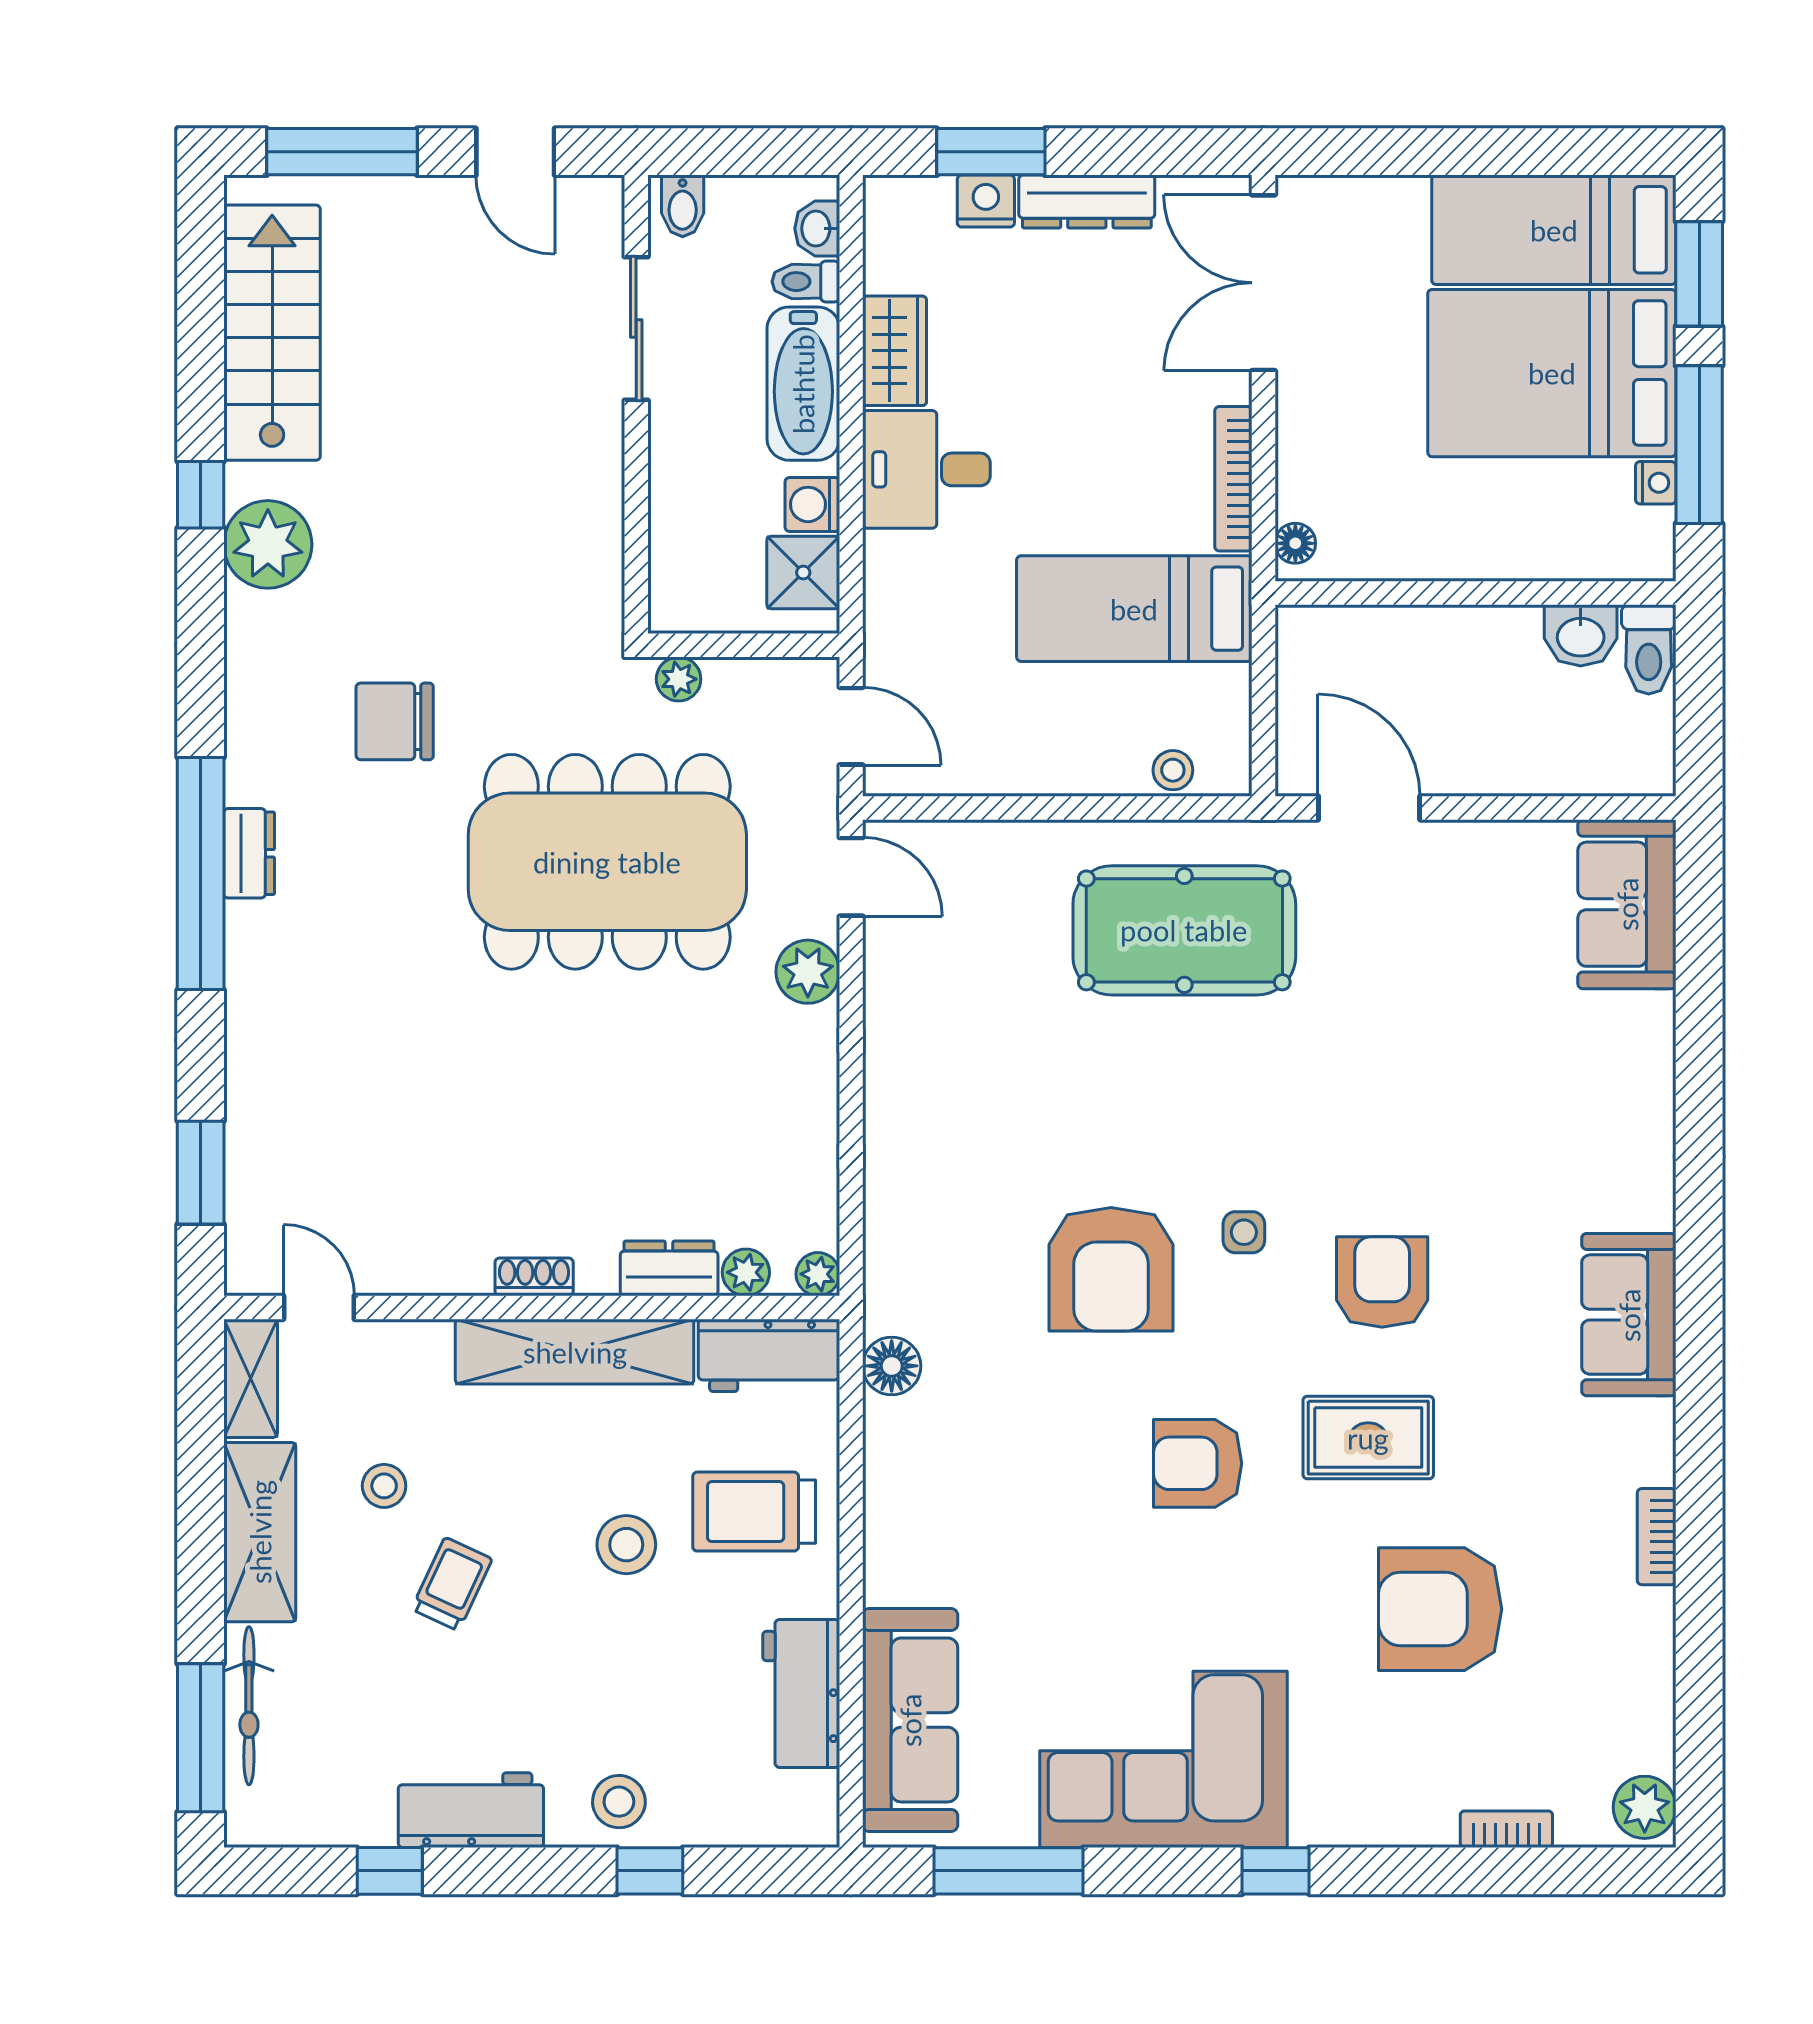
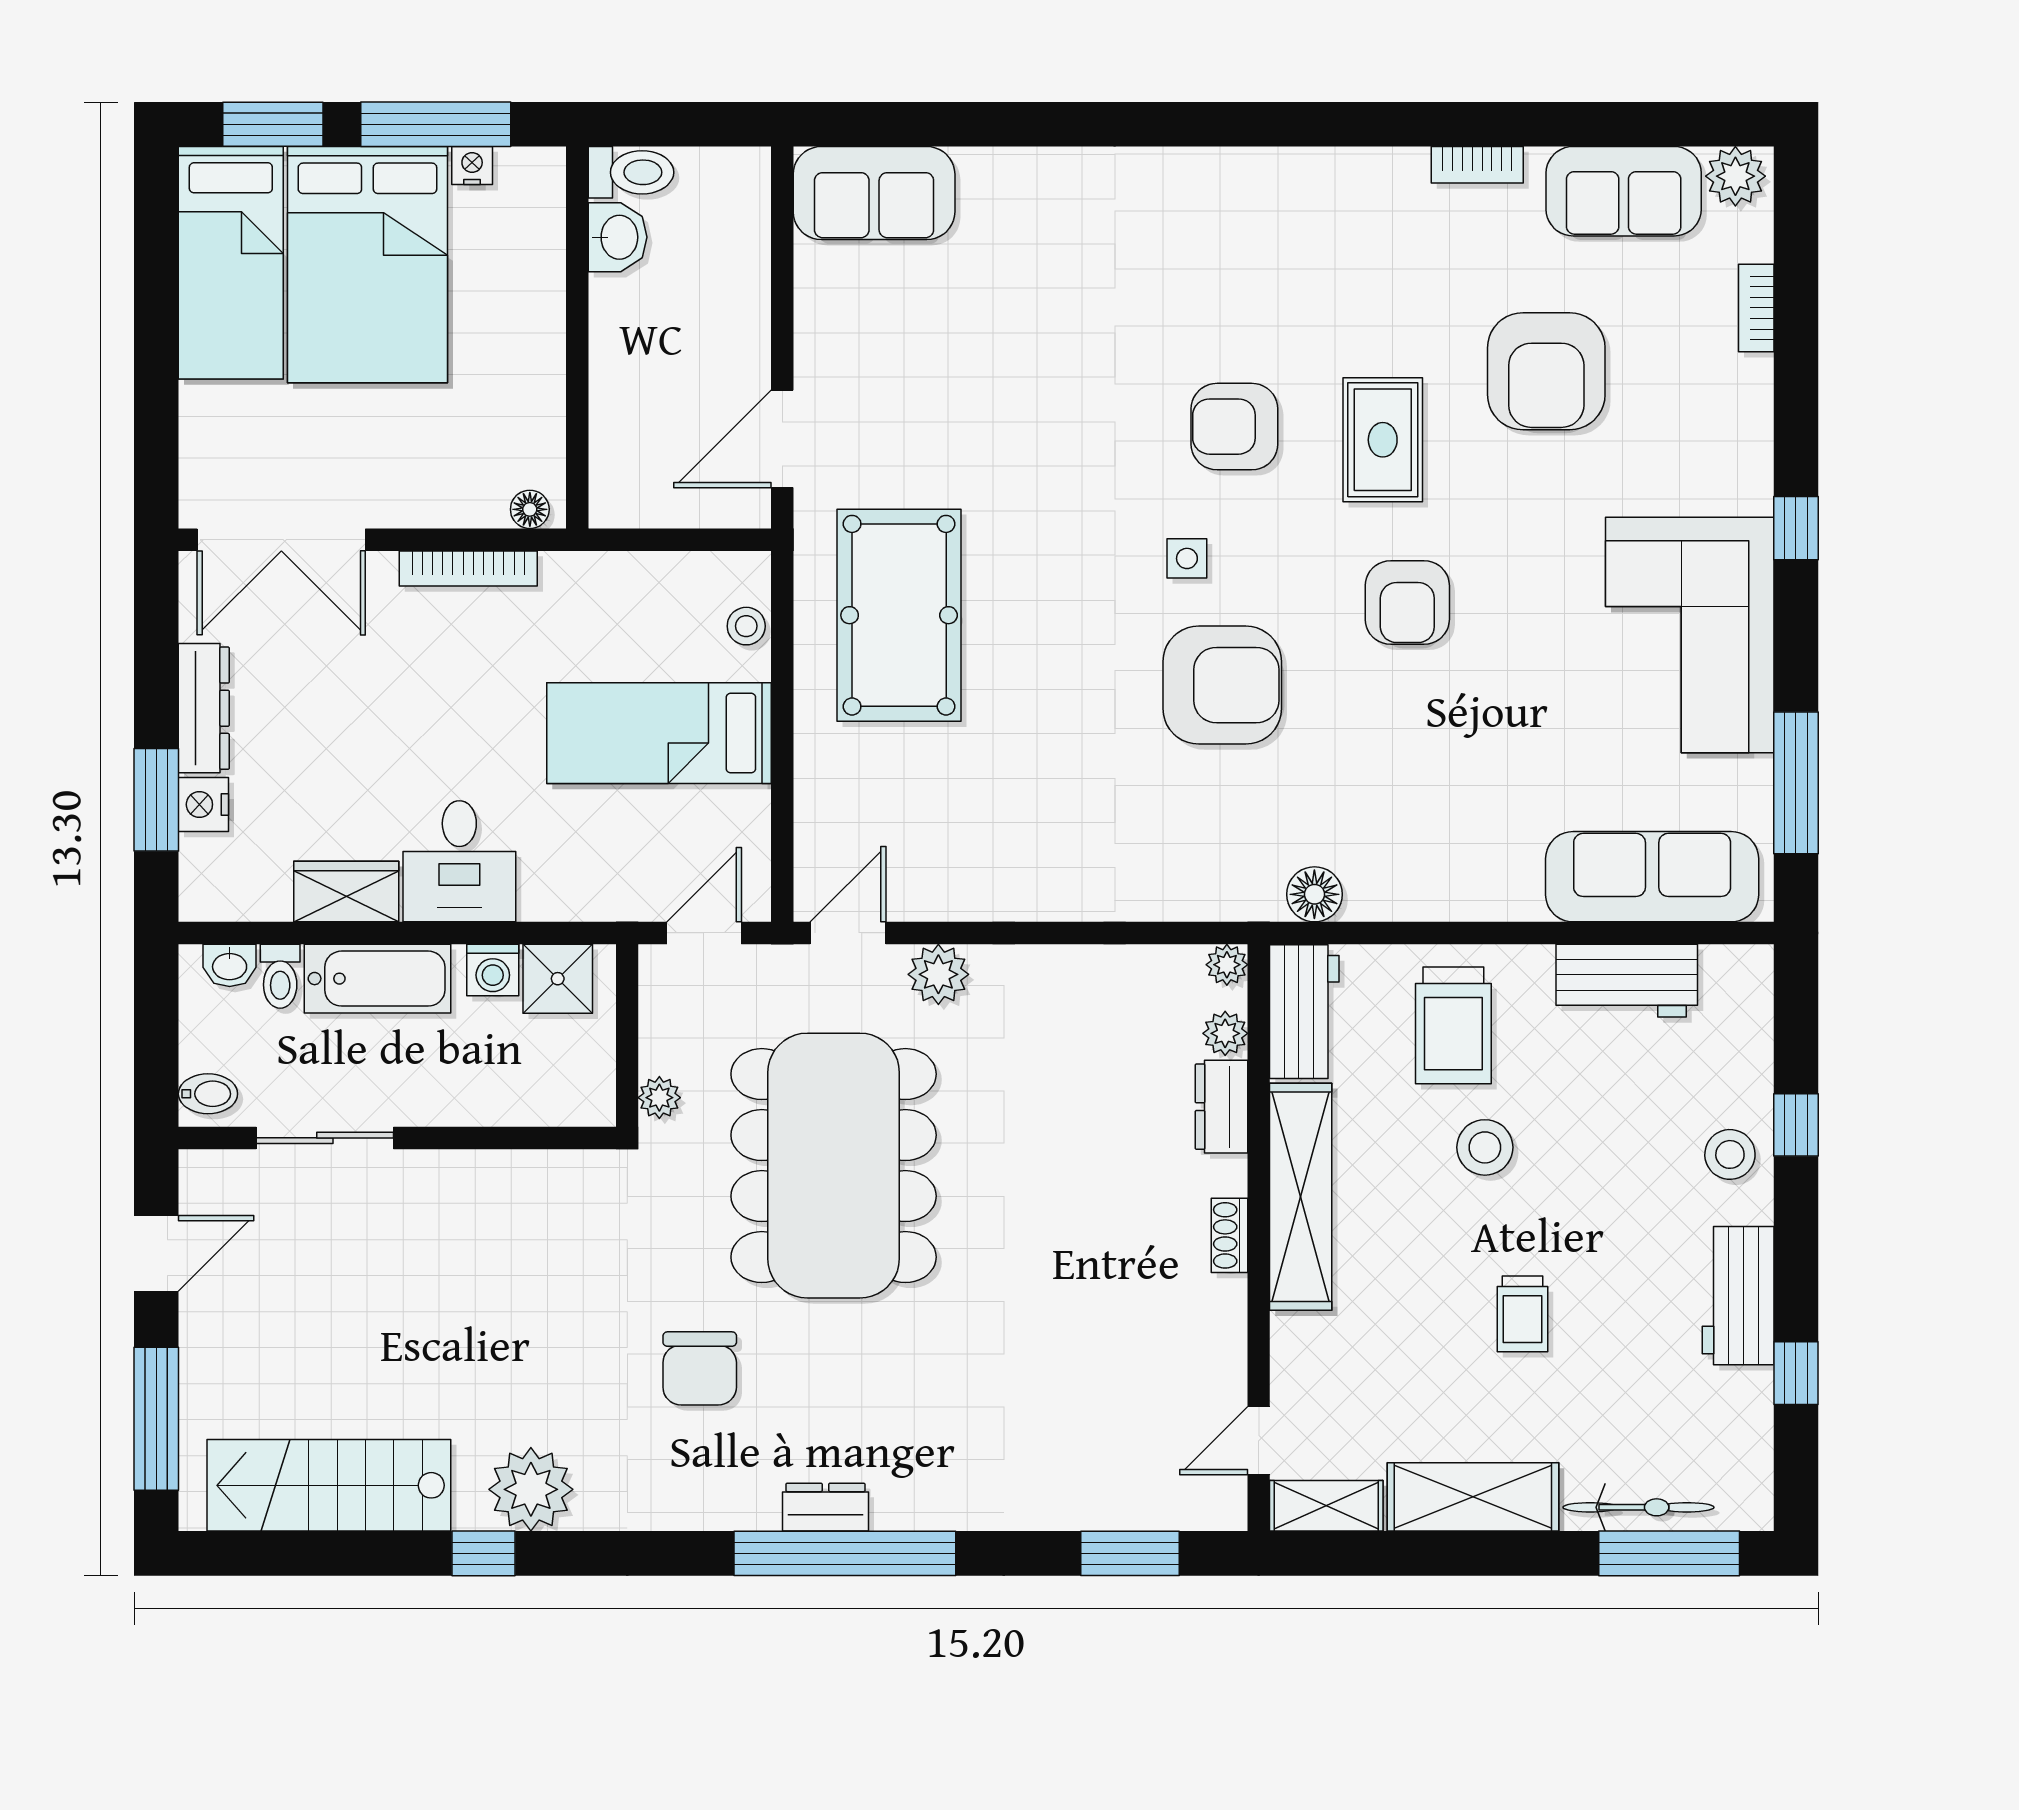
bed: (1134, 609) -> (659, 733), moved, turned 90
sofa: (1629, 1315) -> (1624, 191), moved
stool: (384, 1486) -> (1429, 1378), removed
trolley: (452, 1584) -> (1522, 1314), turned -115

